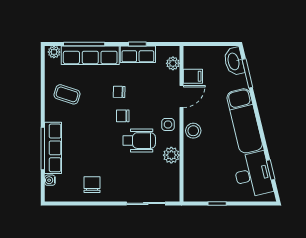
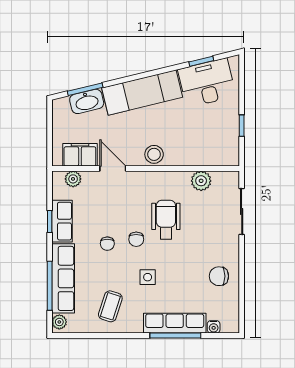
washbasin: (234, 61) -> (87, 101), moved
filing cabinet: (193, 76) -> (80, 155), width x2.00
side table: (168, 124) -> (148, 277), moved
plant: (171, 155) -> (201, 181), moved

